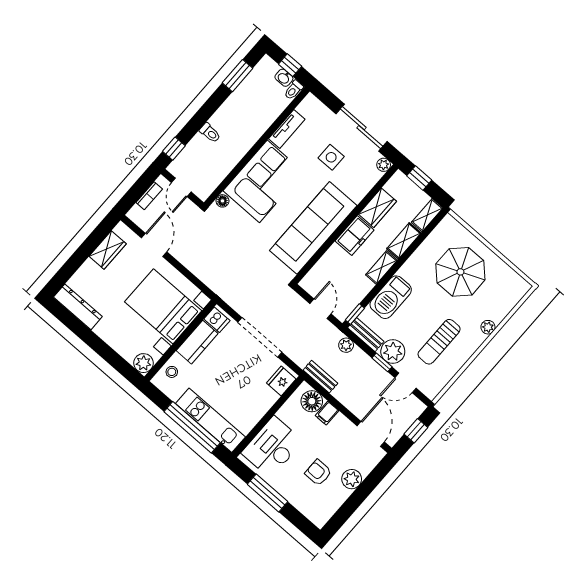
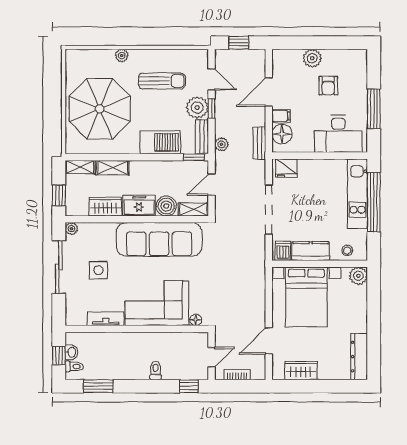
toilet: (294, 90) -> (74, 367), moved
boiler: (335, 257) -> (166, 206), added
shelving: (381, 267) -> (193, 209), moved
parasol: (460, 272) -> (100, 109), width x1.36, depth x1.36
door: (371, 434) -> (269, 92), moved

